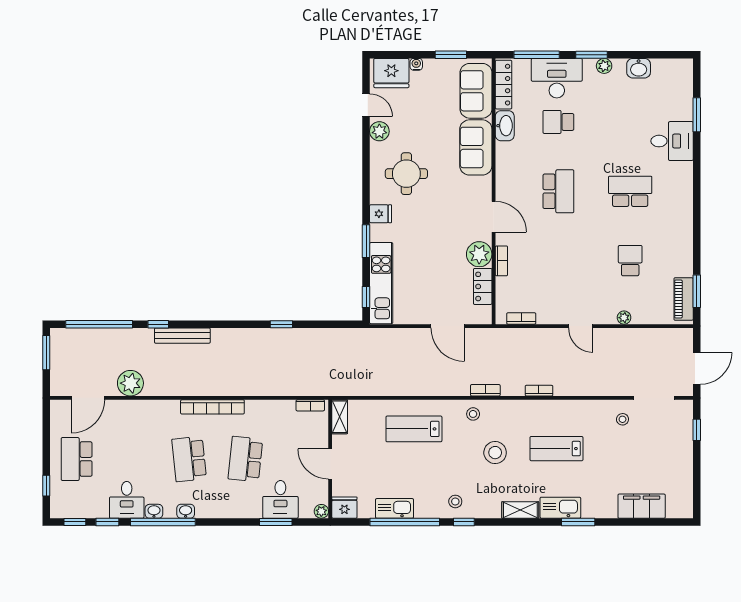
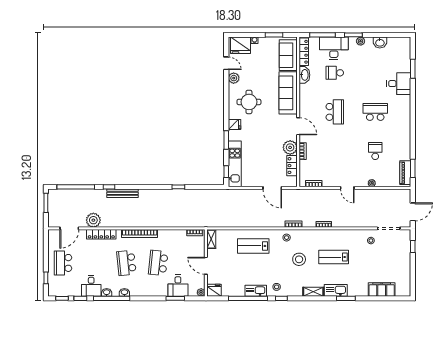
sofa: (476, 147) -> (288, 93), width x1.36
locker: (145, 408) -> (101, 234), added
kitchen sink: (395, 508) -> (256, 291), moved

